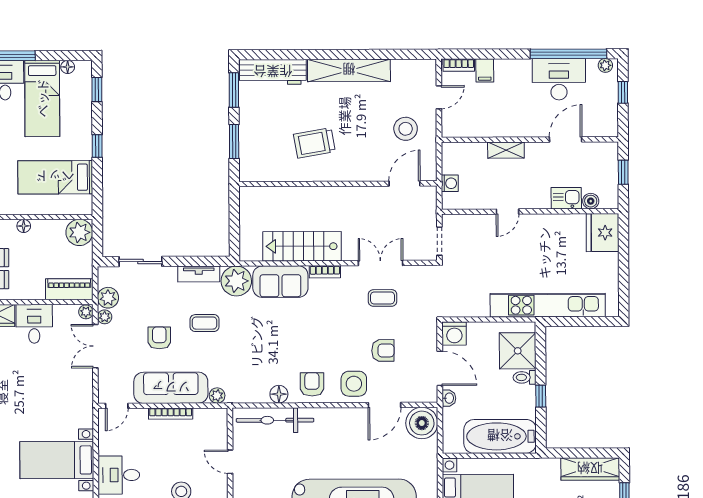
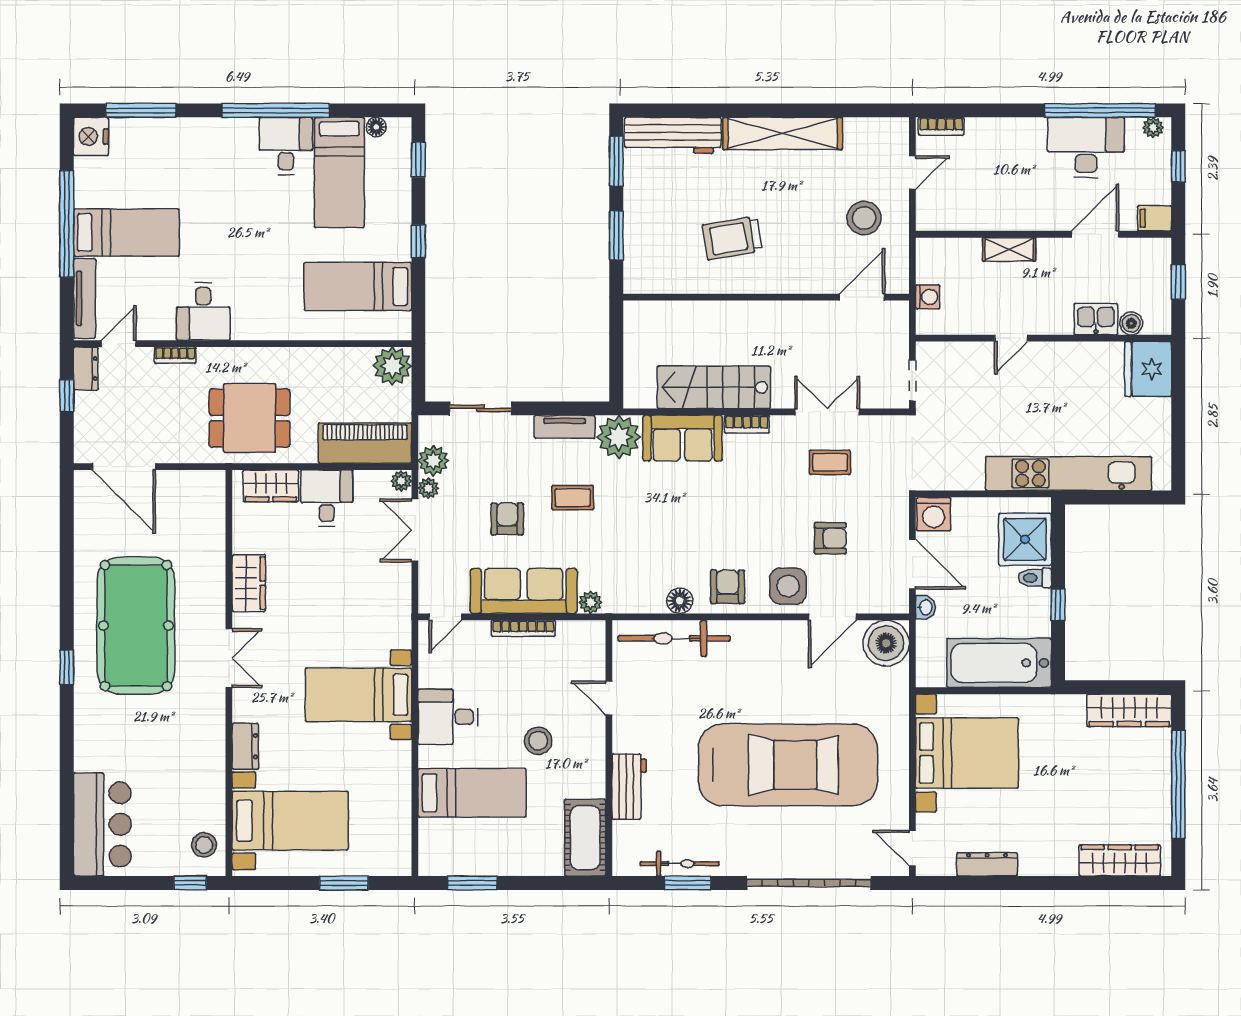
filing cabinet: (485, 70) -> (1155, 218), moved, turned 90
floor lamp: (24, 226) -> (312, 357), removed
piano: (69, 289) -> (365, 443), width x1.37, depth x1.33

